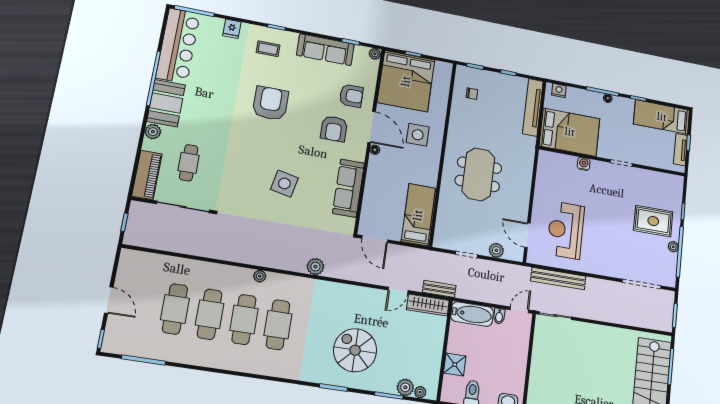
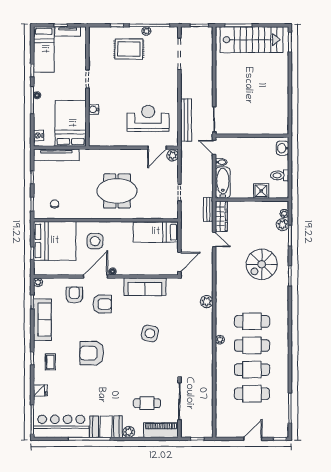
bed: (406, 81) -> (55, 241), moved
rug: (653, 221) -> (129, 49), turned 90
reception desk: (566, 230) -> (148, 118), turned 180
plant: (496, 250) -> (173, 155), moved

